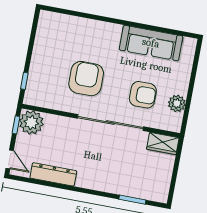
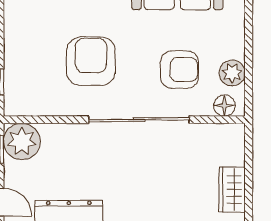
floor lamp: (168, 124) -> (224, 106), added
wardrobe: (163, 144) -> (232, 190), moved, turned 90

